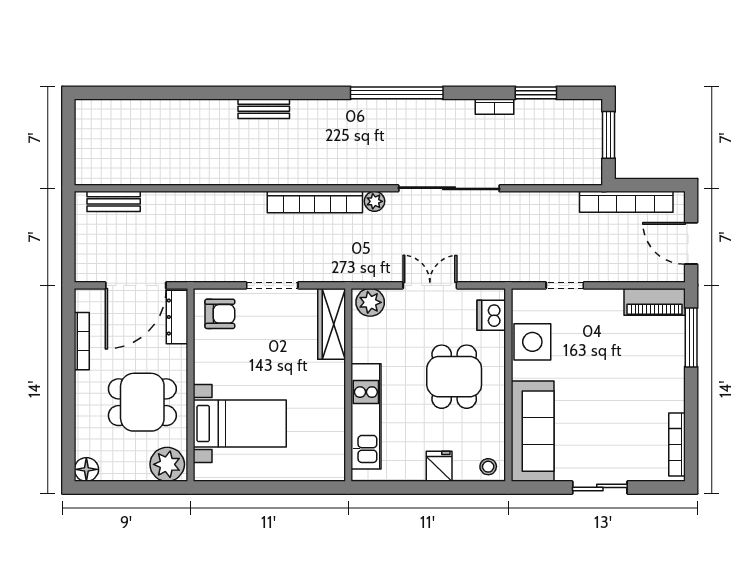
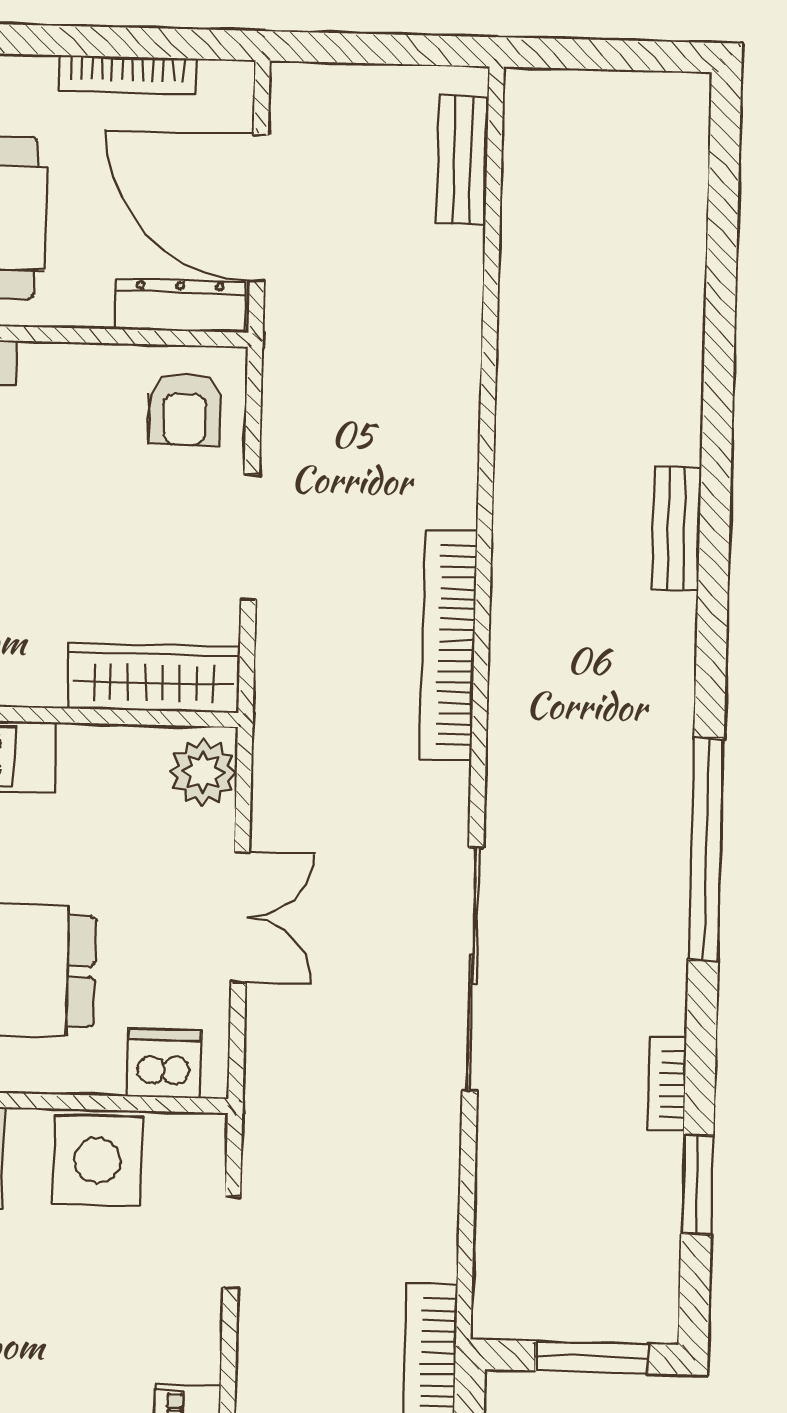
plant: (375, 201) -> (446, 789), removed

